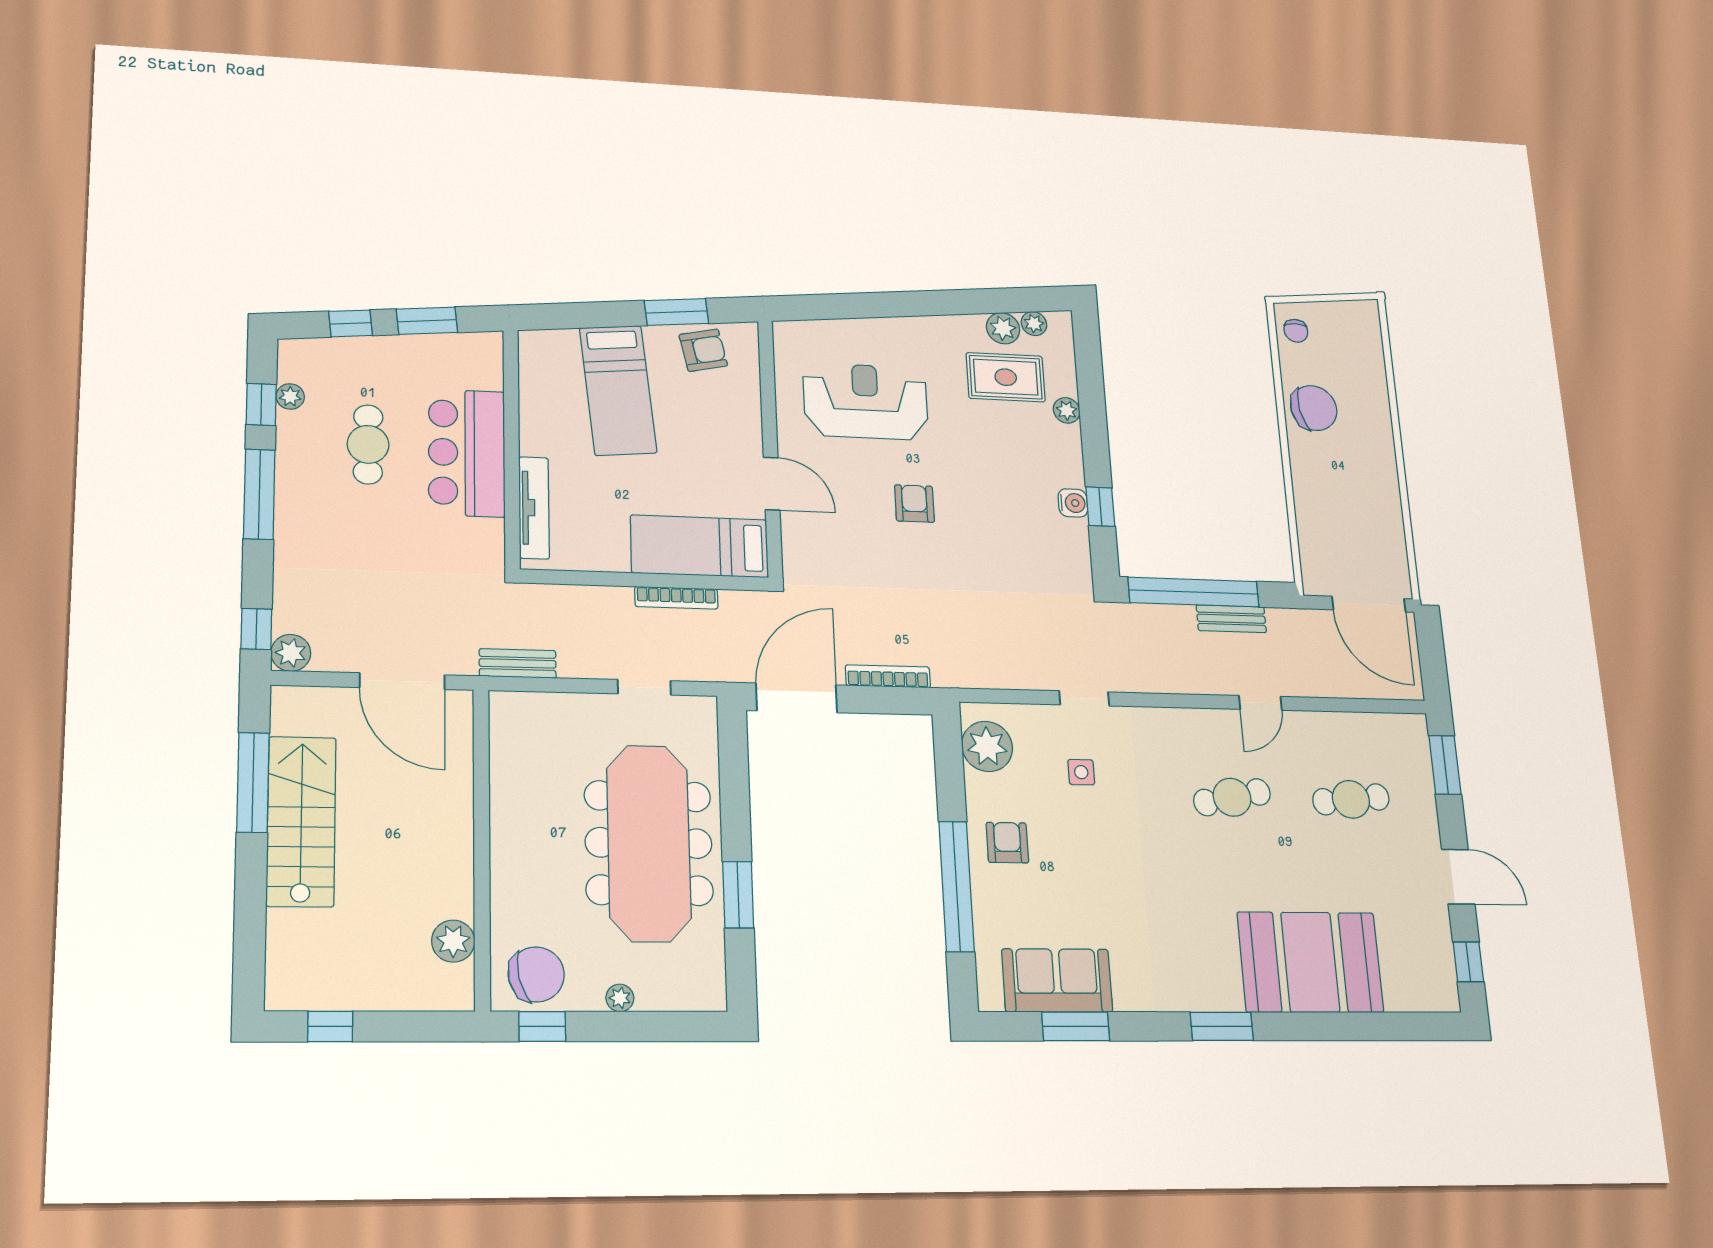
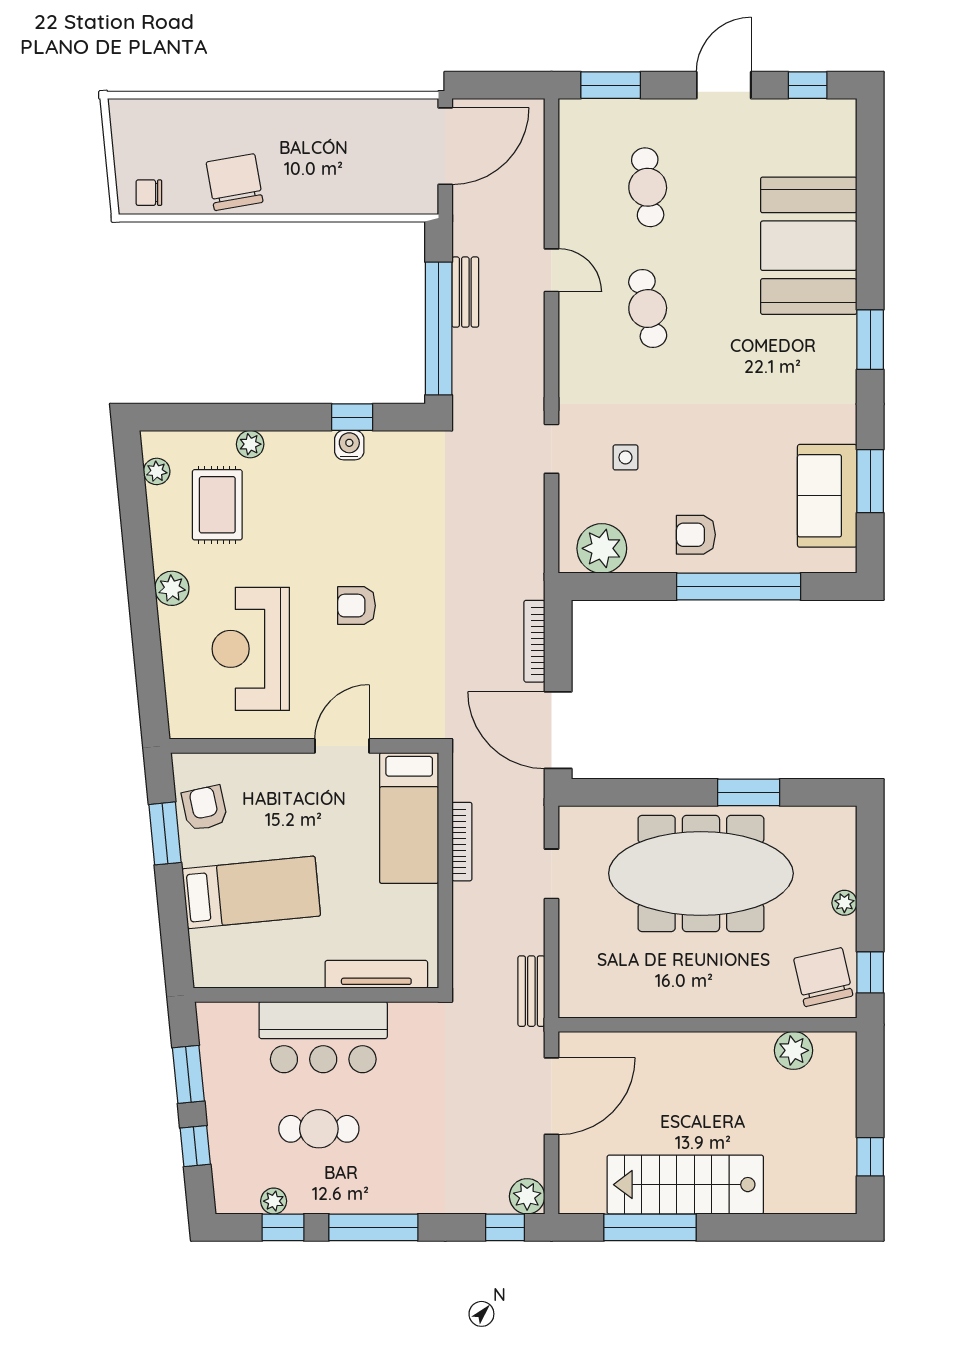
plant: (1003, 328) -> (172, 588), moved
chair: (1296, 331) -> (149, 193), turned 180

